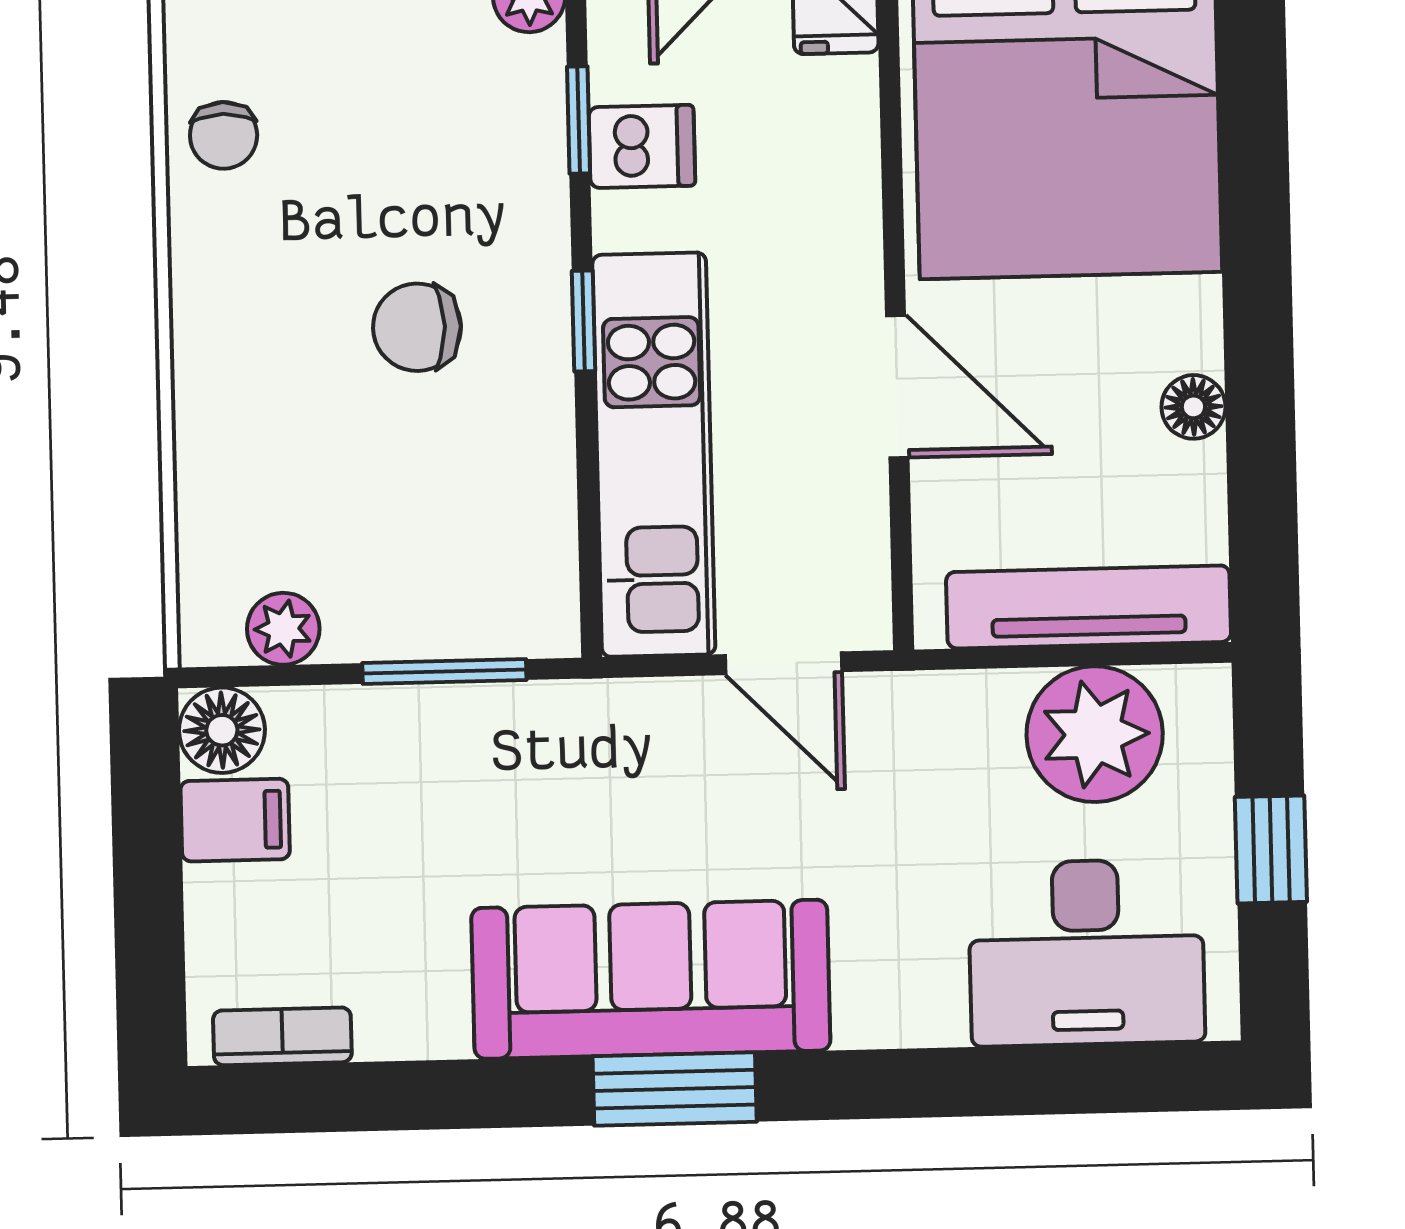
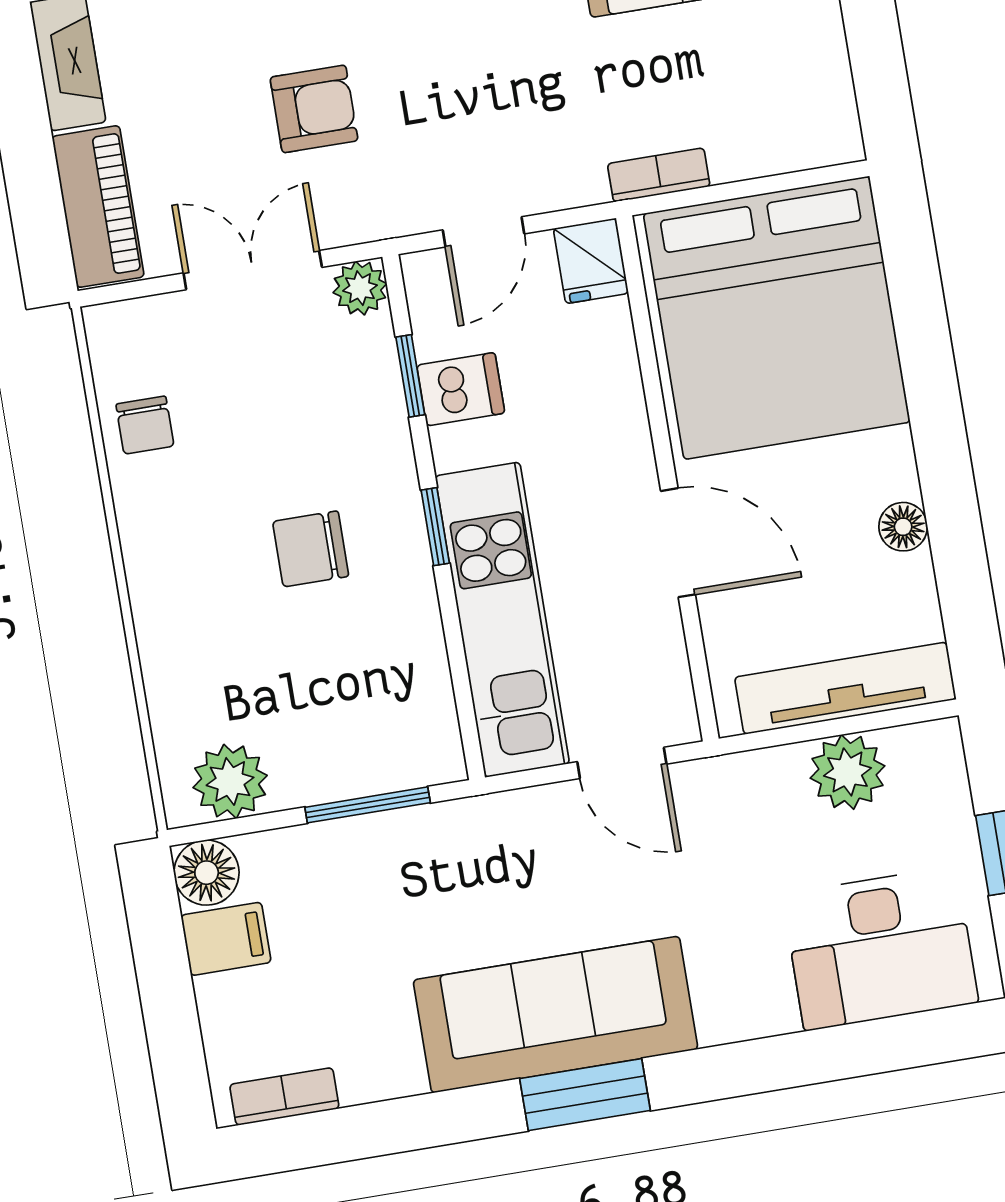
plant: (283, 629) -> (230, 781), width x1.38, depth x1.38
plant: (1095, 734) -> (848, 772), width x0.73, depth x0.73

